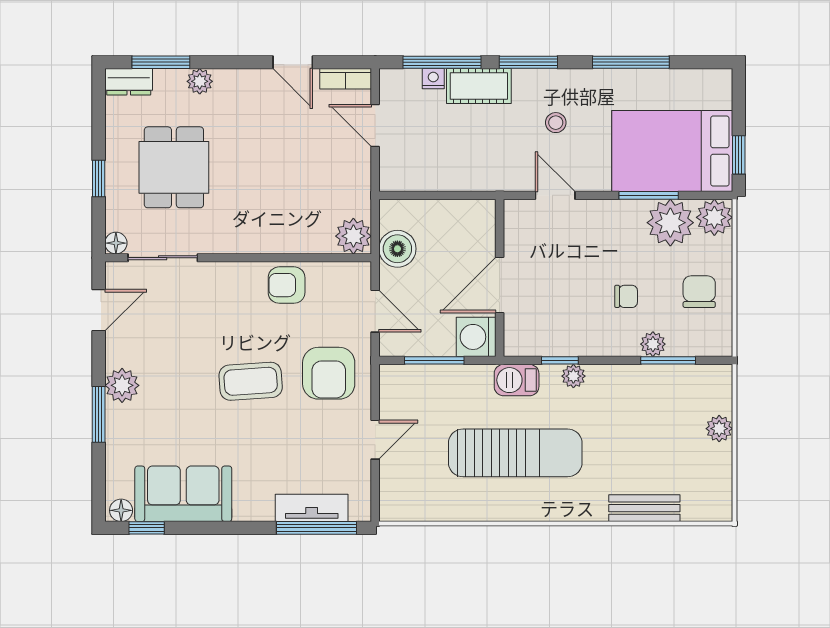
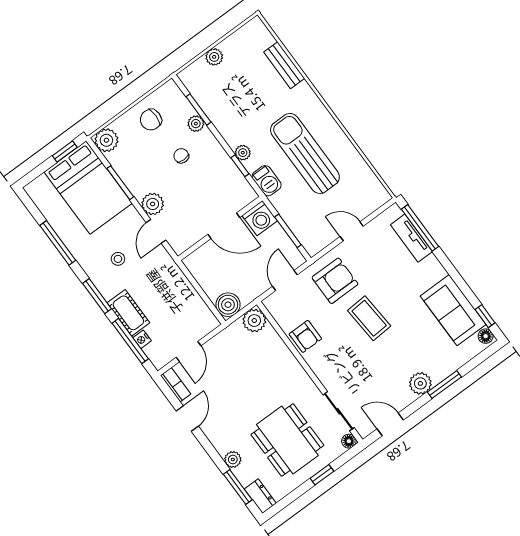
dining table: (174, 167) -> (287, 440), width x1.38
plant: (670, 223) -> (153, 204), moved, width x0.73, depth x0.73
boiler: (397, 249) -> (228, 305), moved

